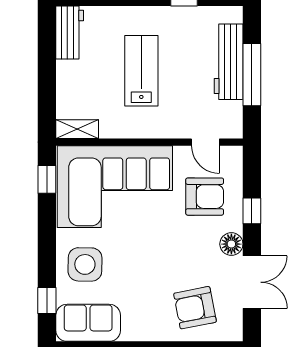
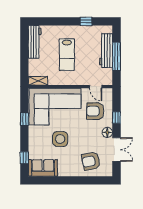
workbench: (70, 32) -> (35, 42), width x1.38
lab bench: (141, 71) -> (67, 55), turned 180
window: (47, 179) -> (24, 119), moved
armchair: (205, 197) -> (95, 111), turned 180
side table: (85, 264) -> (60, 139), moved

